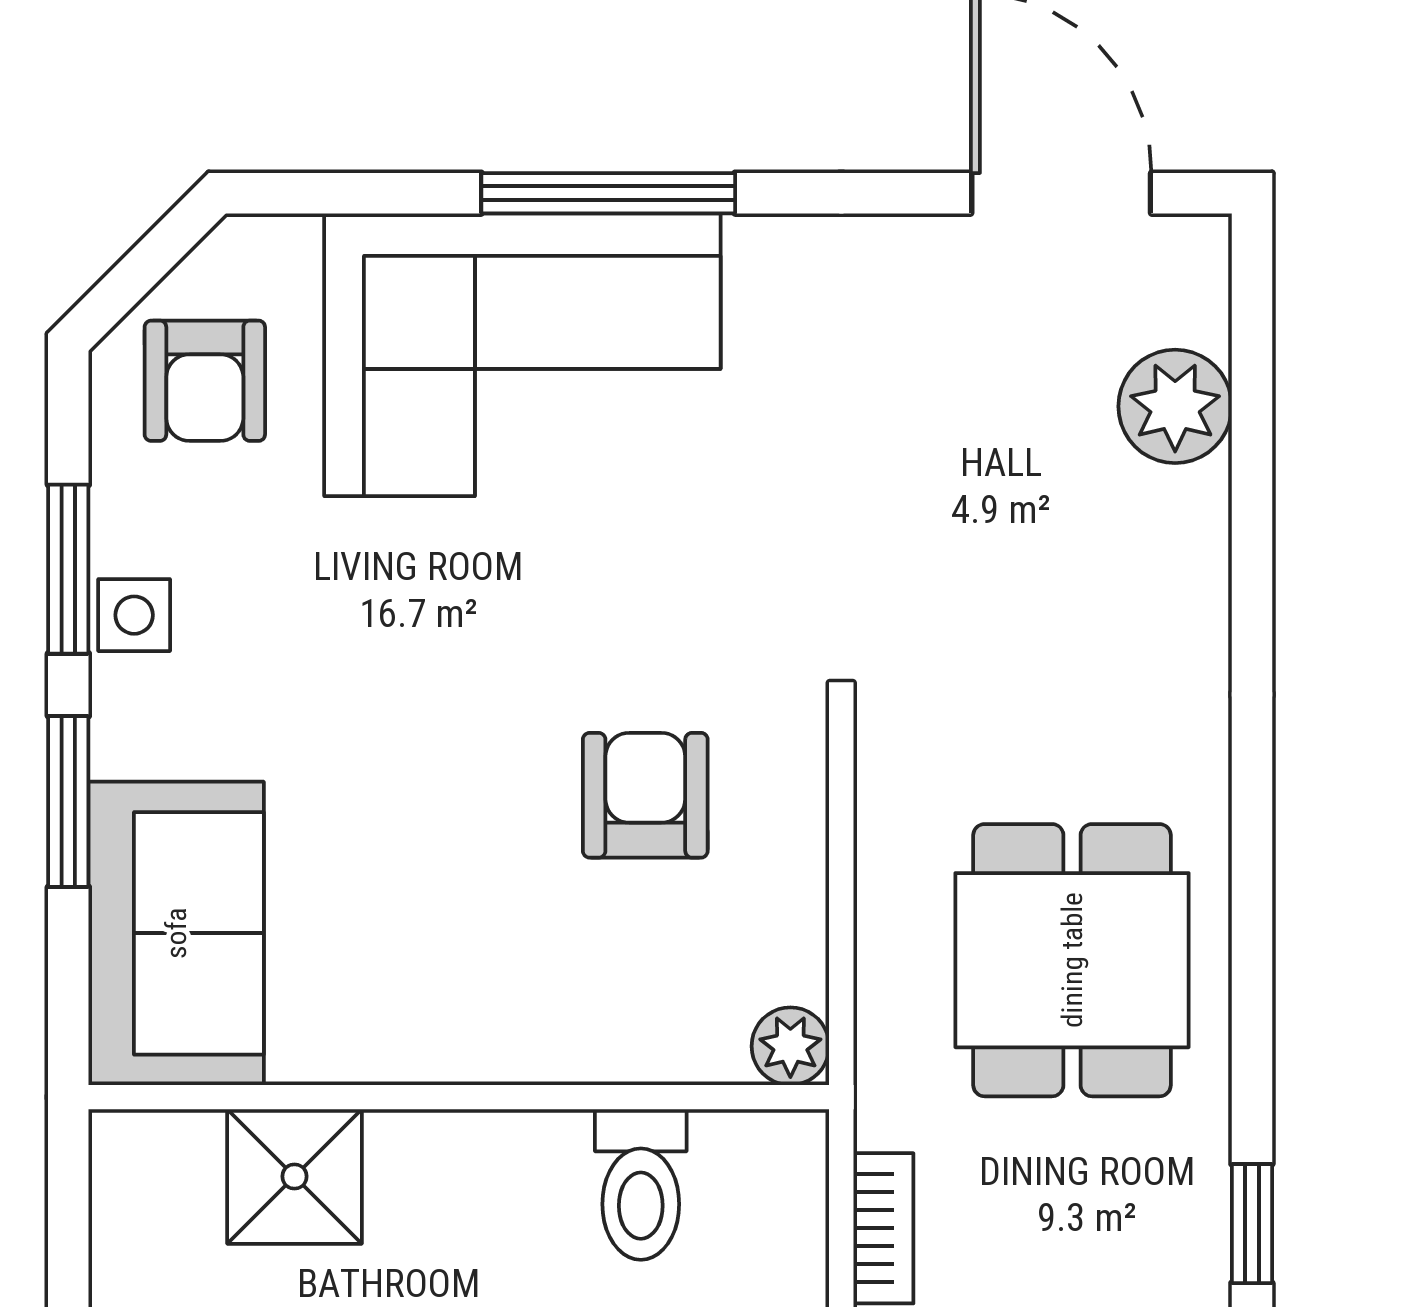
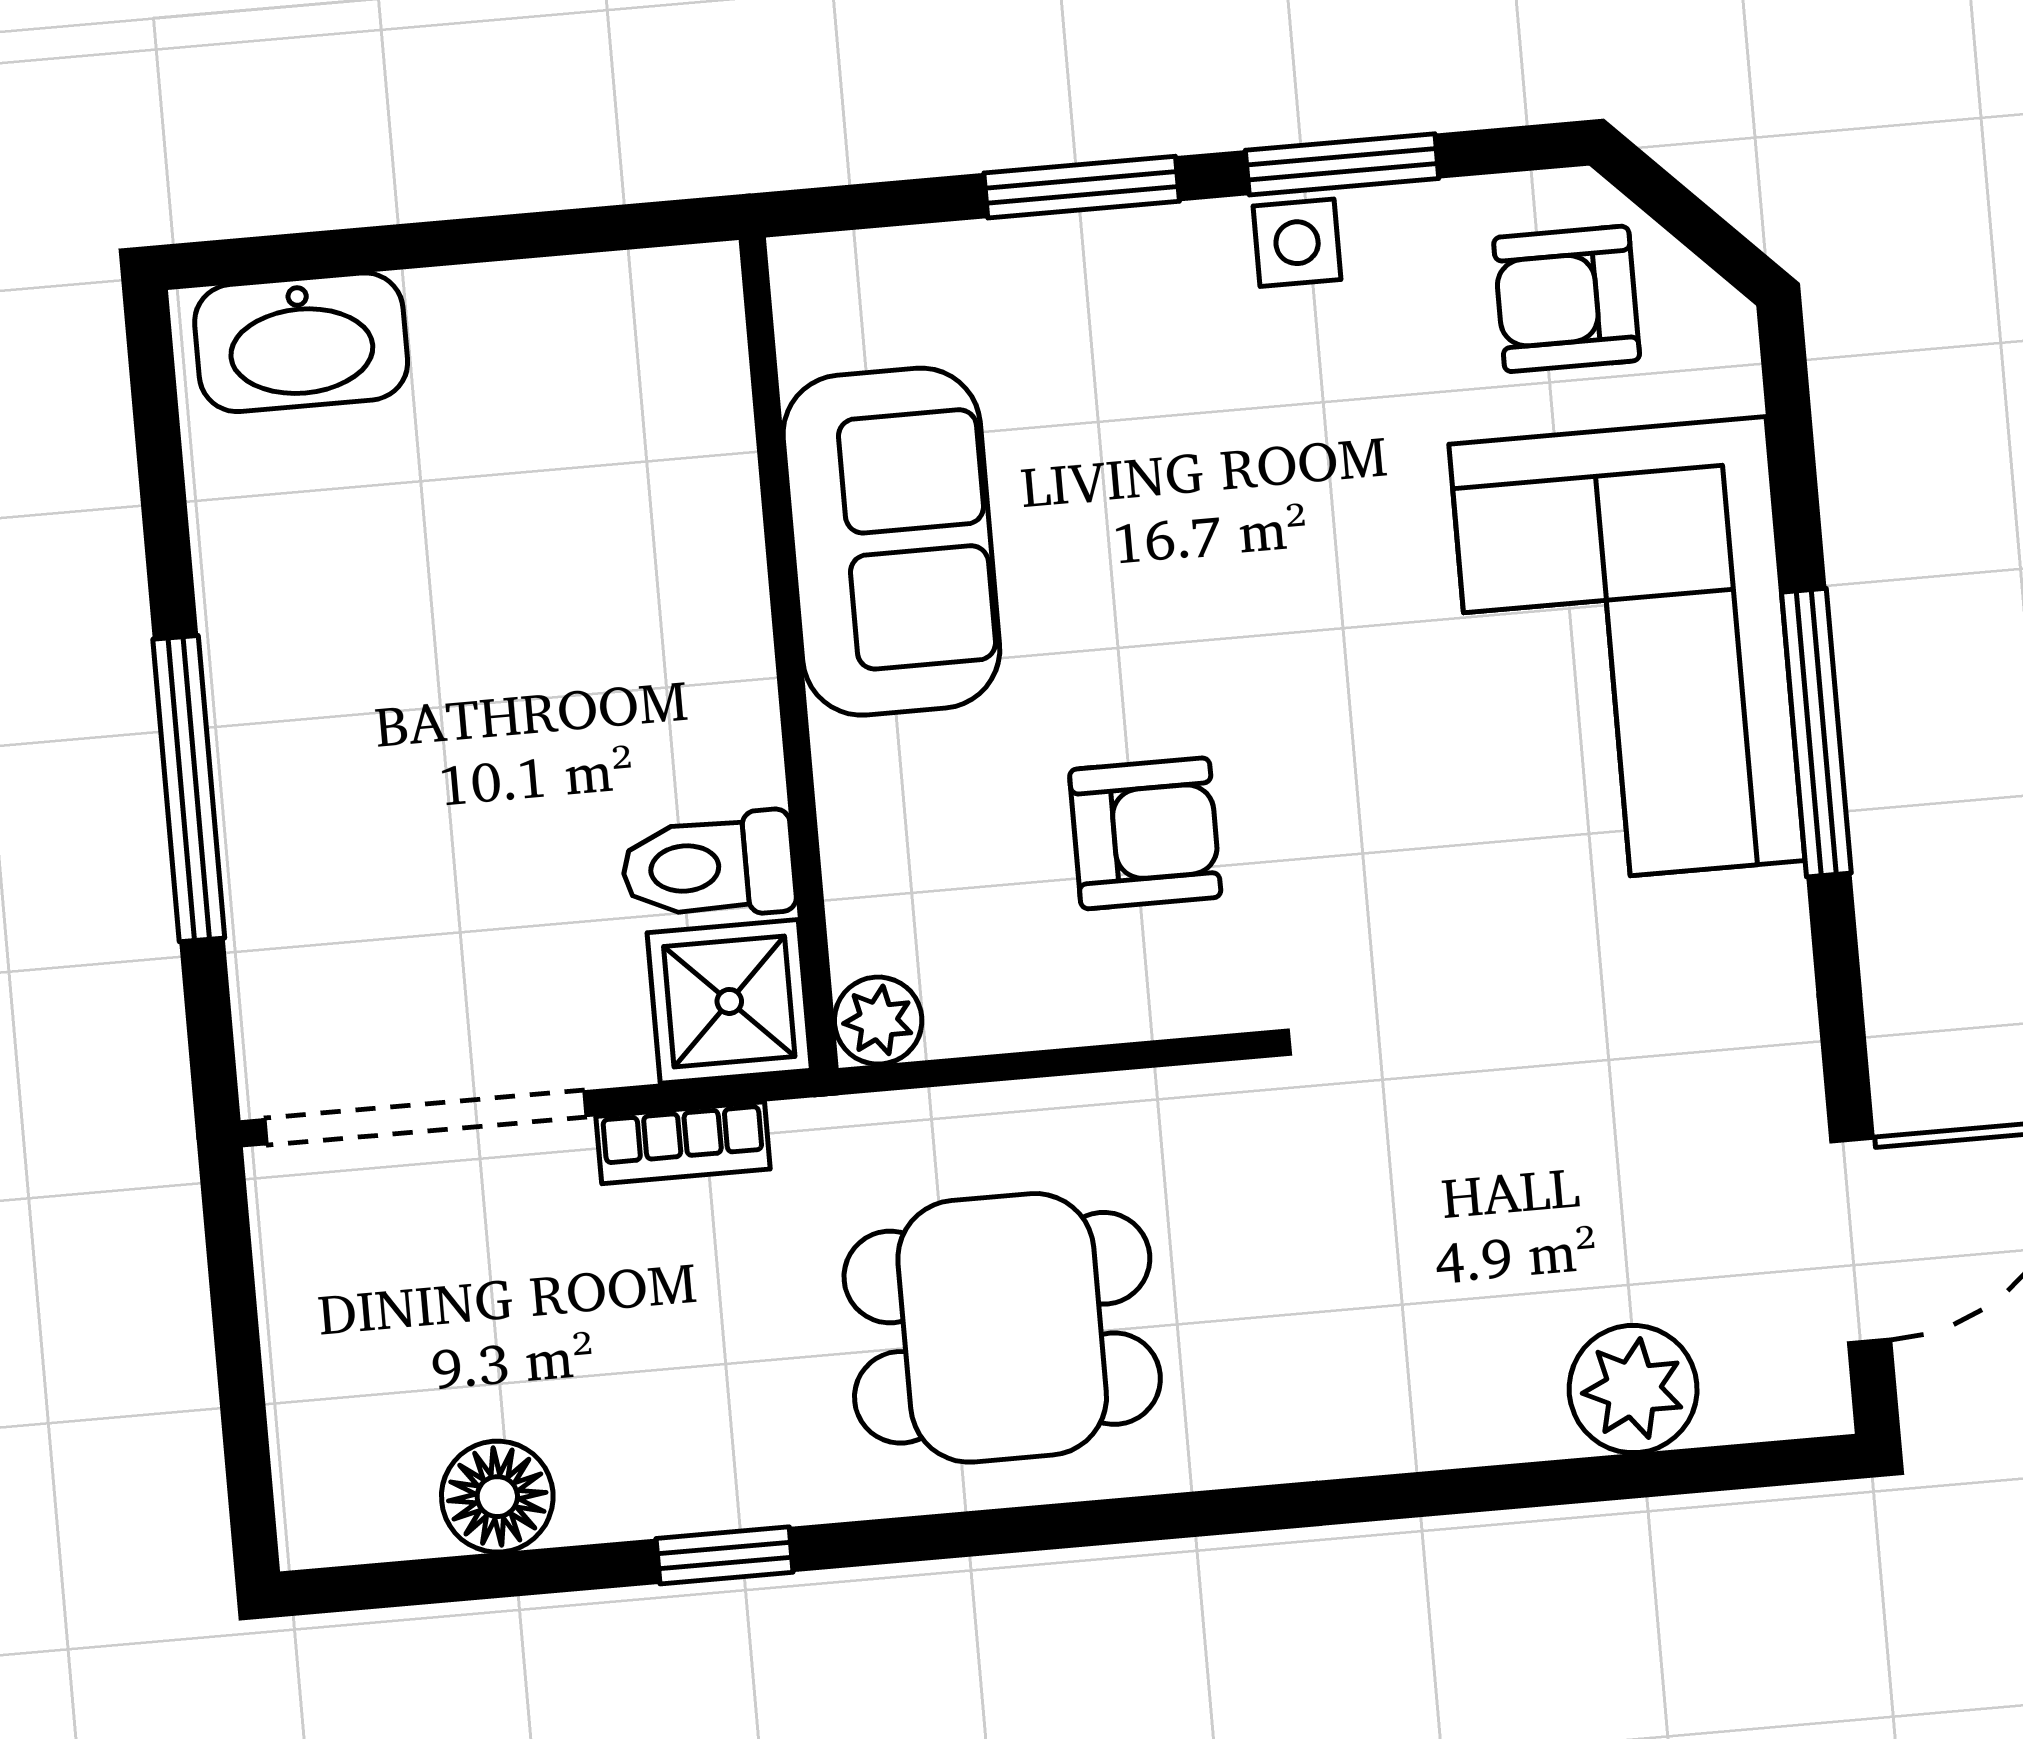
sofa: (176, 933) -> (891, 542), moved, turned -90
shower: (294, 1176) -> (729, 1001), moved

